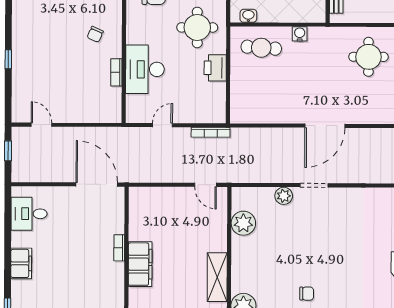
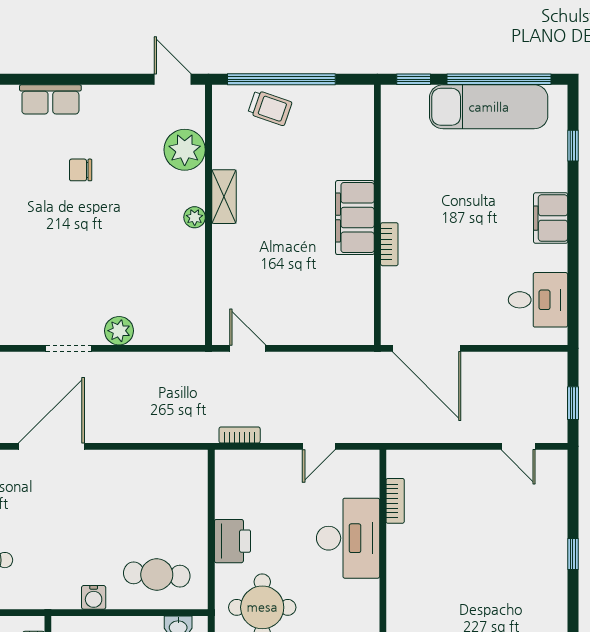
chair: (95, 34) -> (430, 595), removed
bookcase: (116, 72) -> (395, 501), moved
bookcase: (211, 132) -> (240, 435), width x0.64
plant: (243, 223) -> (195, 217), moved, width x0.53, depth x0.53
shelving: (217, 277) -> (224, 197), width x0.67, depth x0.75

